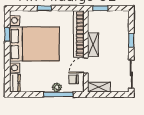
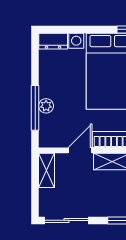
door: (86, 65) -> (80, 150), hinge flipped
chair: (74, 79) -> (58, 132), removed

